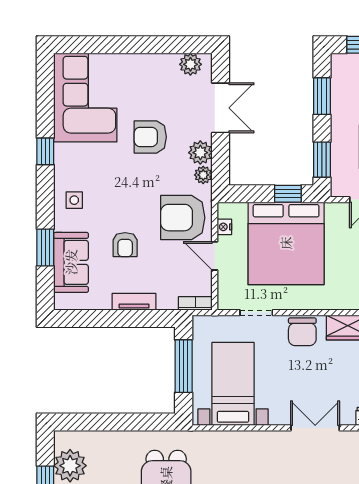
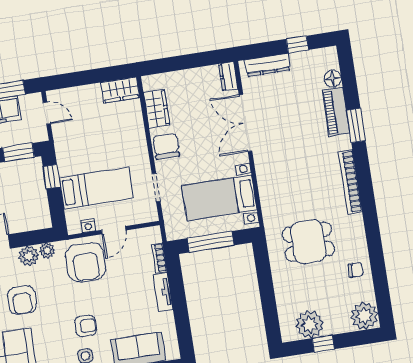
bed: (286, 243) -> (96, 188), width x0.49
armchair: (125, 245) -> (86, 326), moved
bookcase: (195, 303) -> (159, 258), moved
chair: (302, 332) -> (166, 146), turned -90
double door: (315, 428) -> (246, 123), width x1.37

